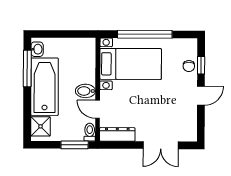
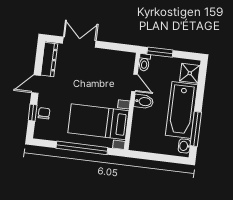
dresser: (117, 134) -> (49, 59), moved, turned -90

